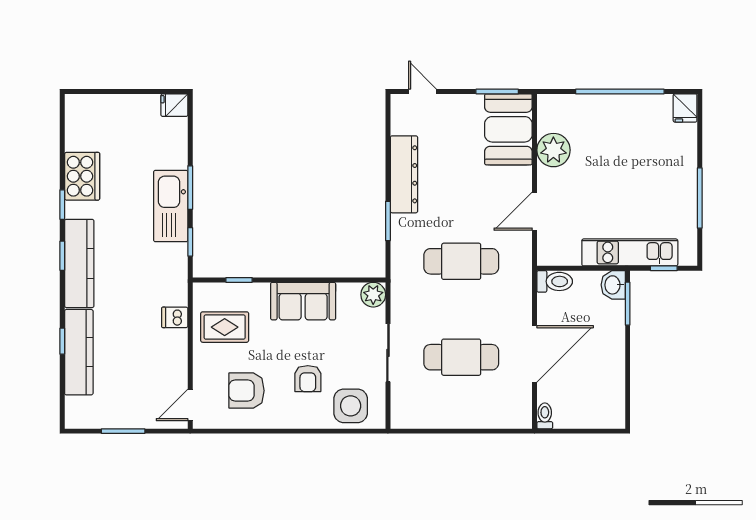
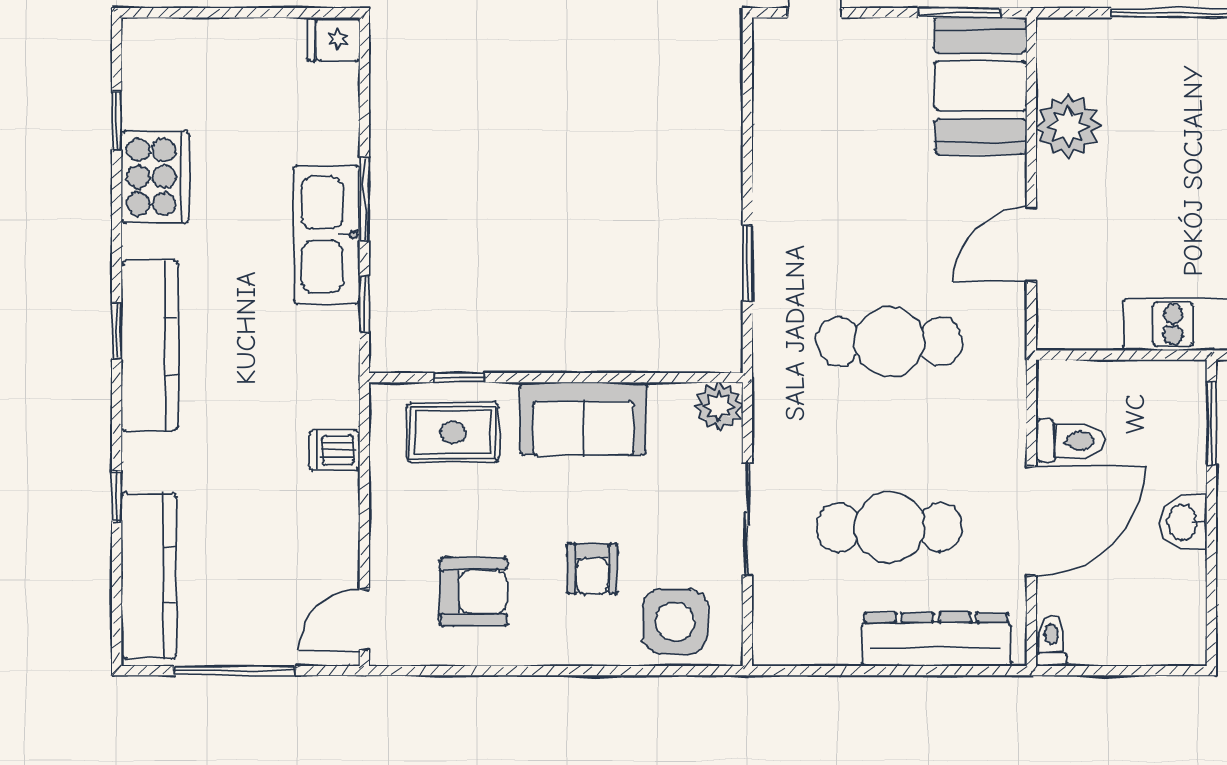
dresser: (404, 174) -> (936, 639), moved, turned -90
window: (62, 205) -> (117, 121), moved
toilet: (555, 281) -> (1070, 441), moved
washbasin: (613, 285) -> (1184, 522), moved
rug: (225, 327) -> (453, 433), moved
kitchen counter: (79, 352) -> (149, 576), moved
armchair: (246, 391) -> (473, 592), turned 180
window: (123, 431) -> (235, 671), width x1.44

